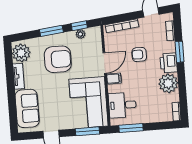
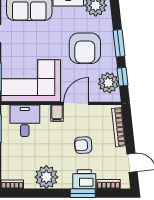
plant: (80, 34) -> (108, 83), width x1.87, depth x1.87
armchair: (139, 54) -> (83, 145), turned -94
door: (105, 63) -> (76, 103), swing flipped
printer: (169, 63) -> (84, 179), moved

